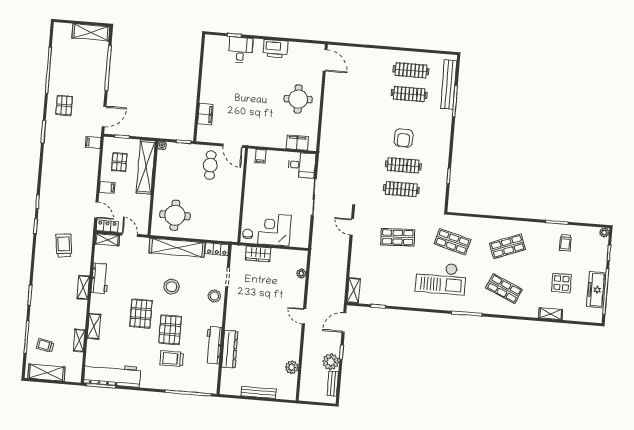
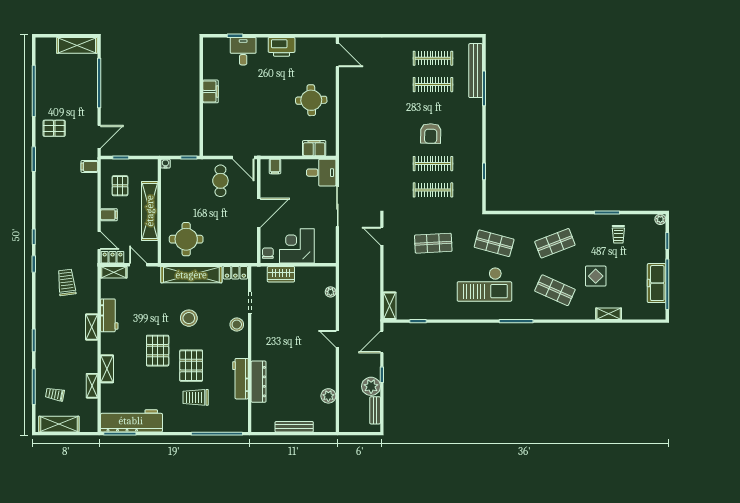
pallet: (64, 105) -> (54, 128), turned 90
filing cabinet: (205, 114) -> (210, 91), moved
shelving: (146, 167) -> (150, 211), moved
door: (243, 197) -> (259, 213), added
display table: (561, 283) -> (596, 276), moved

